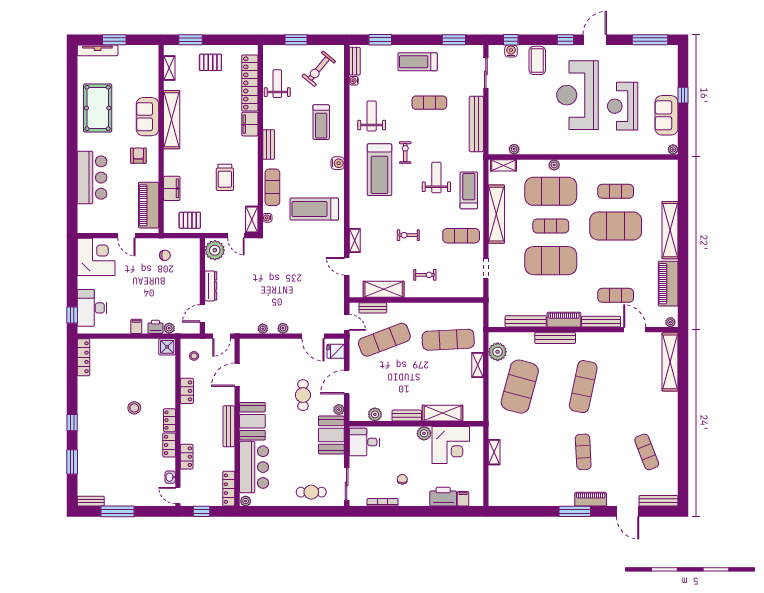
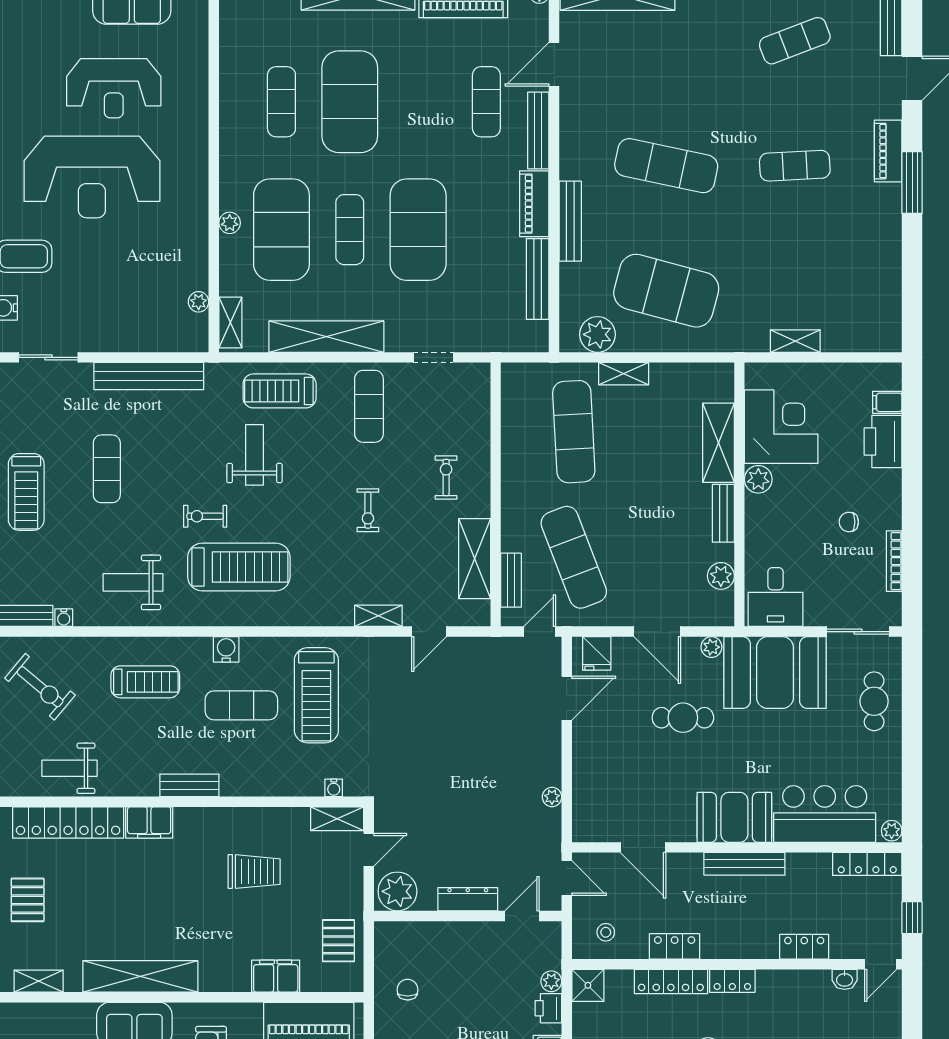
weight bench: (436, 178) -> (254, 455), turned 90
exercise mat: (272, 187) -> (241, 705), moved
door: (202, 313) -> (522, 916), swing flipped
plant: (283, 328) -> (551, 757), removed
booth: (331, 435) -> (775, 673), width x1.36, depth x1.42
locker: (169, 445) -> (671, 981), moved, width x1.53

